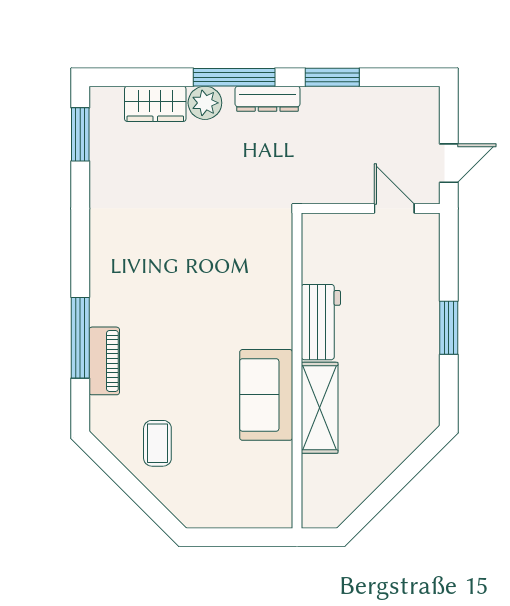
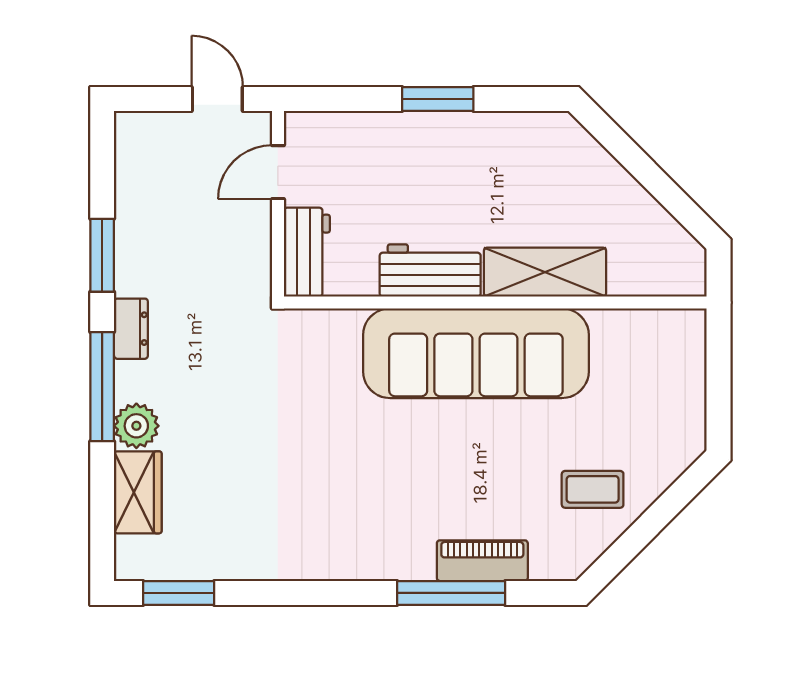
dresser: (268, 99) -> (131, 329), width x0.70
workbench: (335, 230) -> (307, 252), added
sofa: (266, 395) -> (476, 353), width x1.85, depth x1.27

